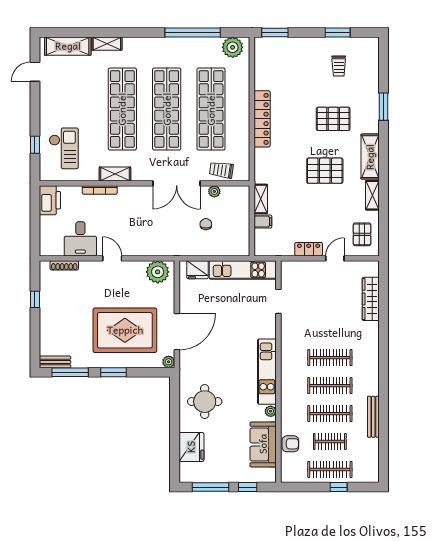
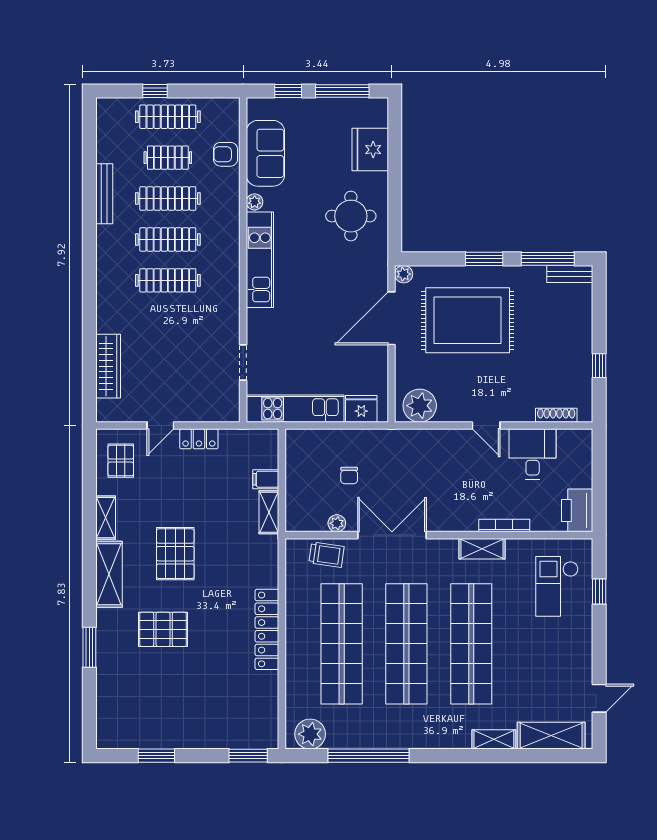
trolley: (339, 66) -> (155, 707), removed
pallet: (325, 171) -> (175, 554), turned 90

